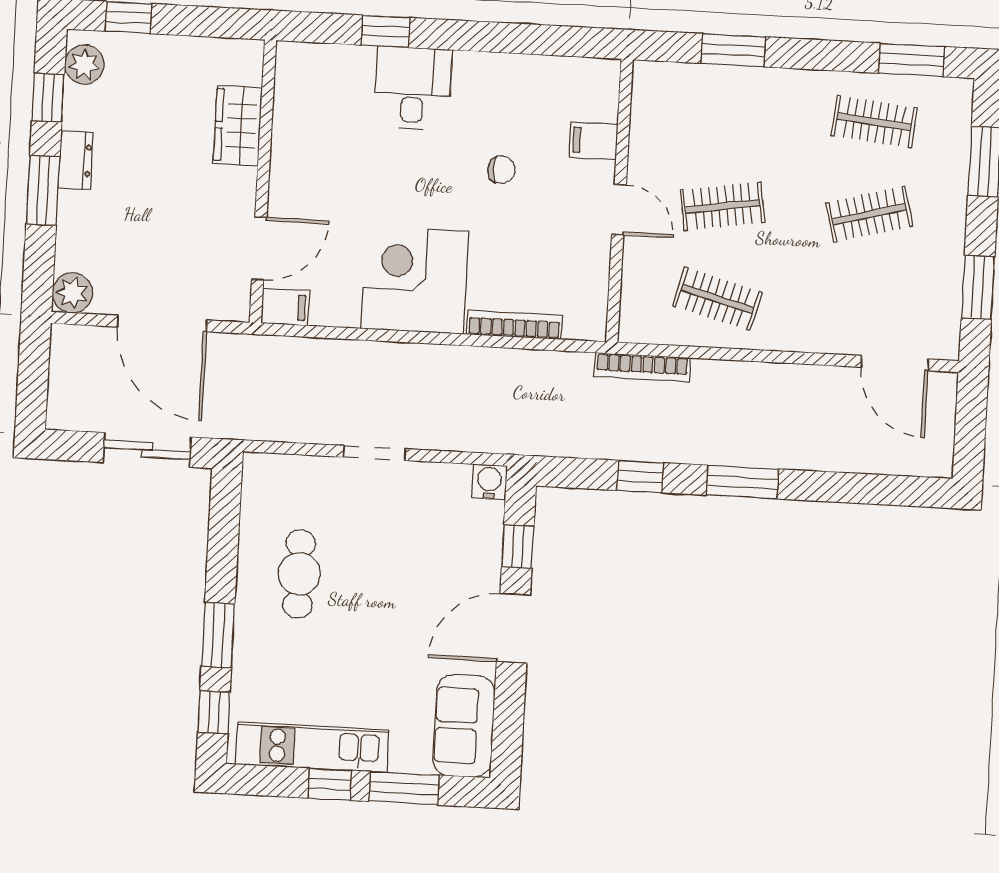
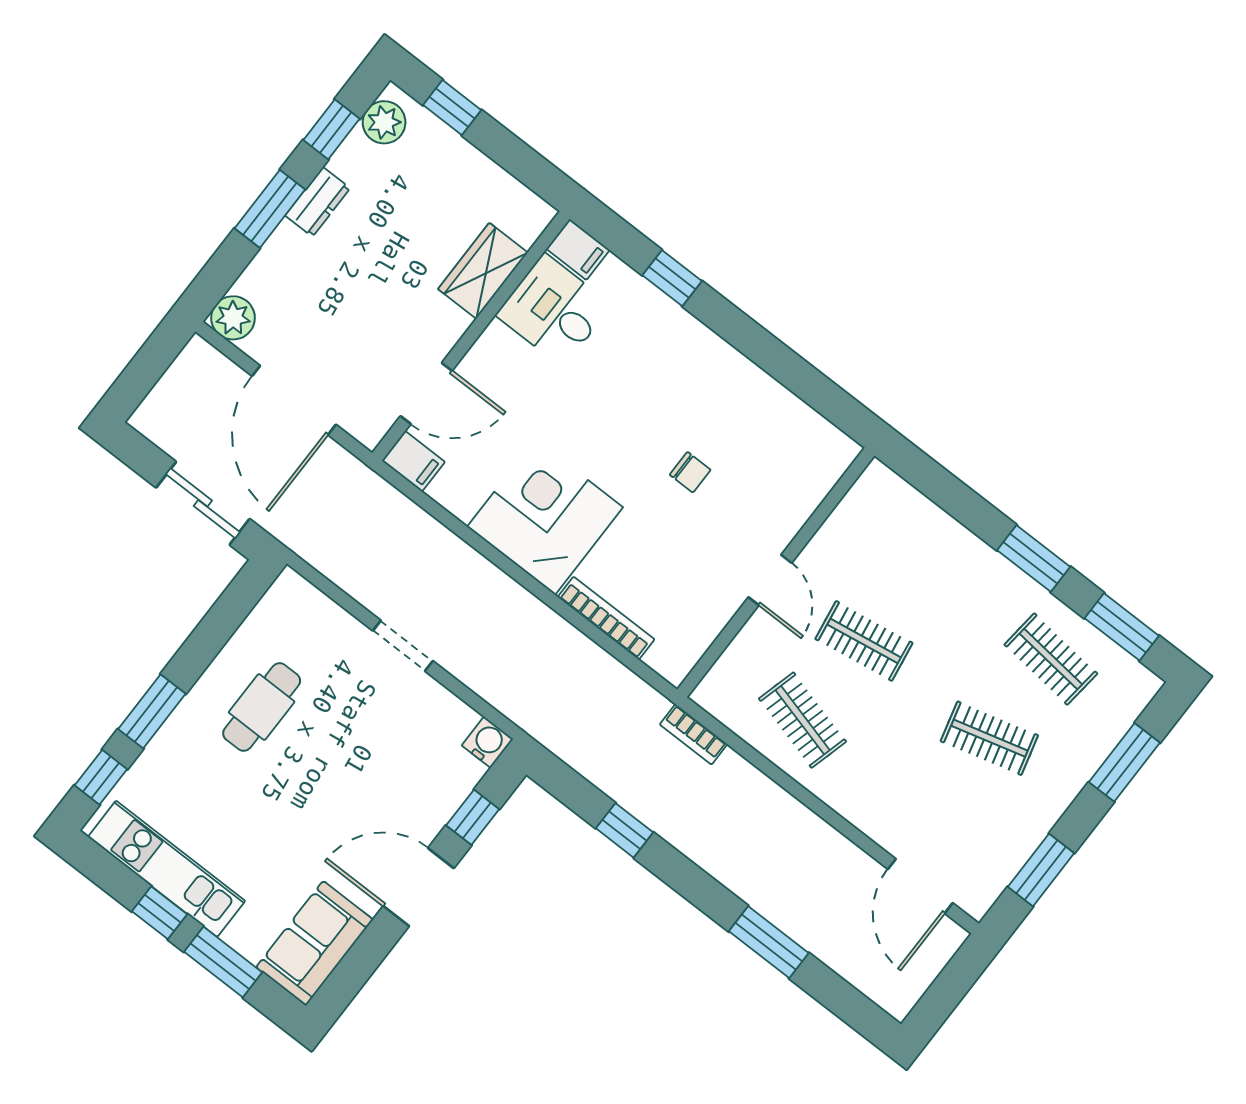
window: (733, 50) -> (1034, 559), moved
desk: (413, 88) -> (554, 310), moved, turned -90
filing cabinet: (594, 141) -> (578, 249), moved, turned 180
bookcase: (642, 367) -> (694, 734), width x0.64
window: (743, 482) -> (769, 942), moved

